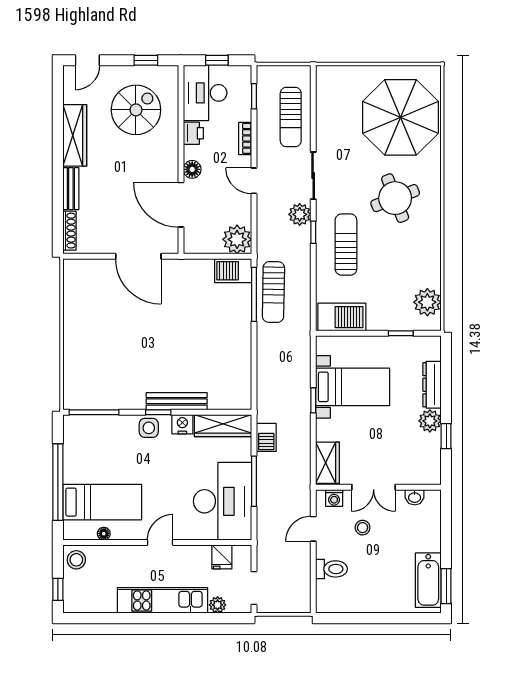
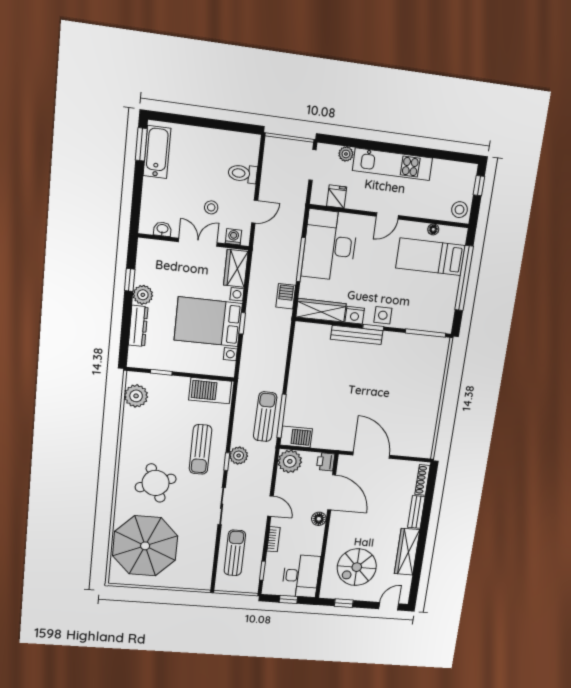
printer: (193, 133) -> (326, 462), moved
plant: (300, 214) -> (239, 456), moved
bed with nightstands: (353, 387) -> (208, 322), width x1.36

